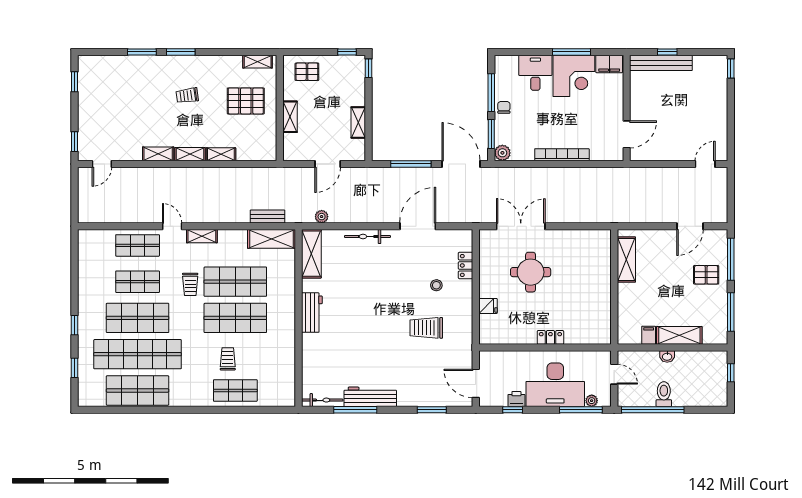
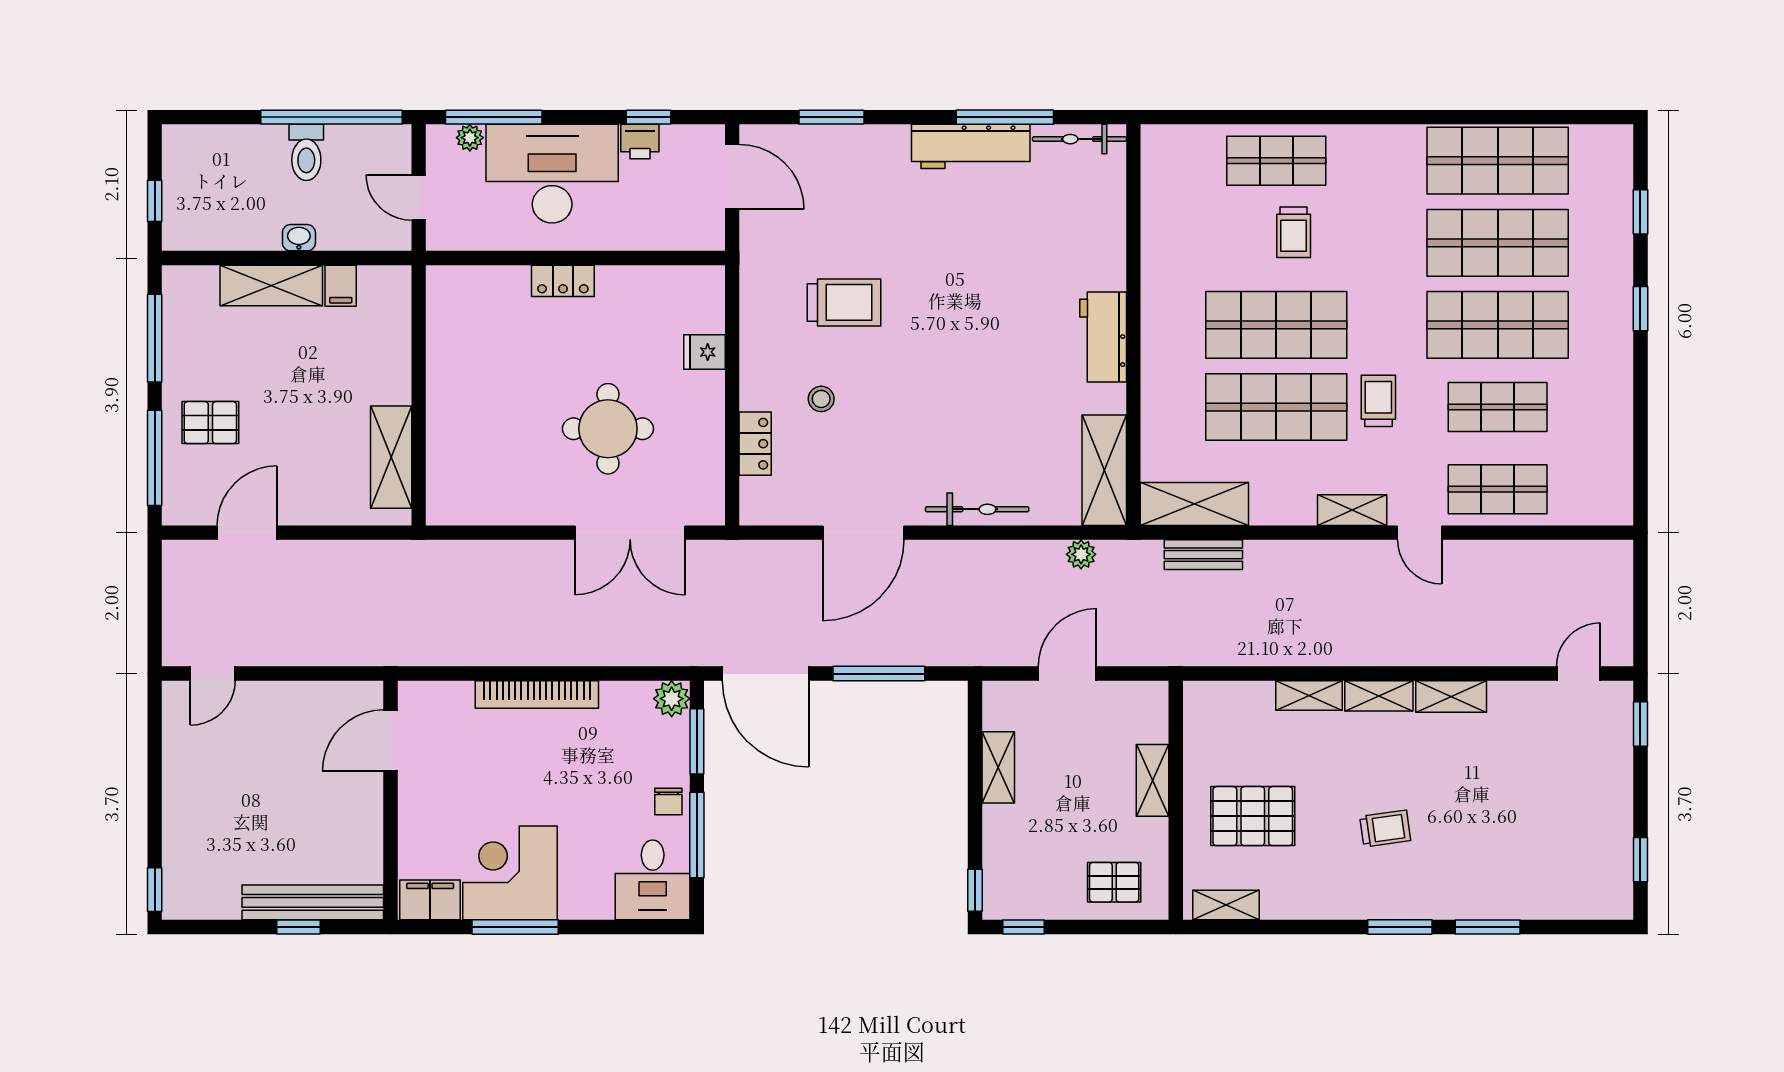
desk: (535, 73) -> (653, 880), moved
shop shelf: (138, 354) -> (1498, 243), width x0.71

